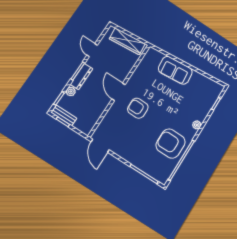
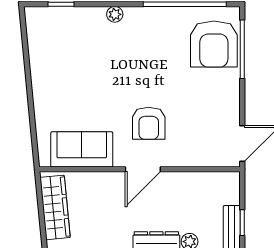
sofa: (175, 70) -> (82, 149), moved, turned -85
armchair: (171, 144) -> (214, 44), moved

